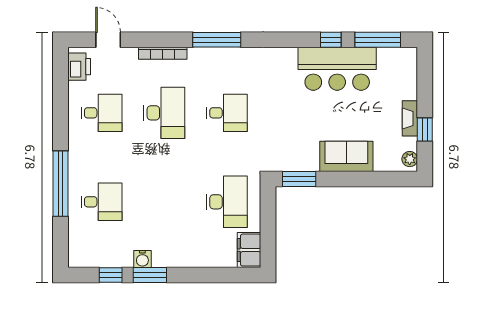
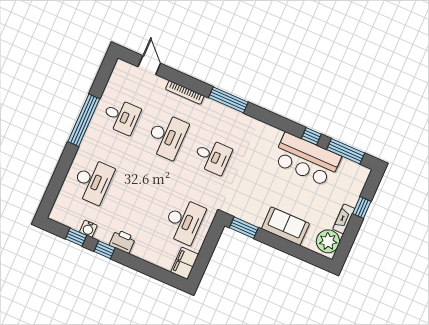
printer: (79, 67) -> (122, 241), moved, turned -90
window: (425, 130) -> (362, 208), moved
plant: (410, 159) -> (328, 241), width x1.88, depth x1.88
window: (60, 184) -> (84, 120), moved
desk: (102, 202) -> (93, 181), width x1.37
water cooler: (142, 259) -> (88, 229), moved
window: (150, 275) -> (105, 250), width x0.67

